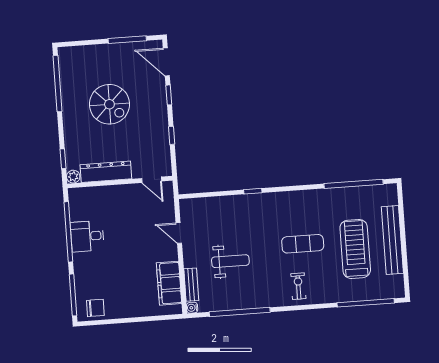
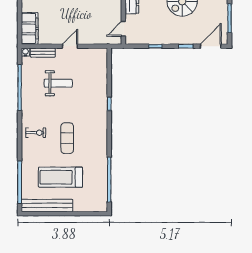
door: (179, 233) -> (70, 46), moved
bench: (392, 240) -> (47, 206), moved
treadmill: (355, 249) -> (60, 177), turned 180
weight bench: (230, 261) -> (58, 83), turned -90
filing cabinet: (169, 283) -> (30, 28), moved, turned 90

